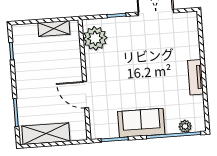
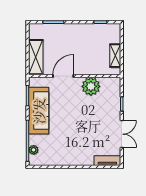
plant: (95, 38) -> (91, 86), moved
tv unit: (196, 77) -> (107, 161), moved
sofa: (141, 123) -> (39, 111), width x1.36
shelving: (46, 134) -> (36, 57), moved

